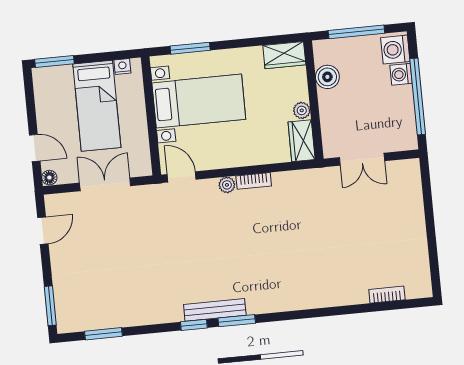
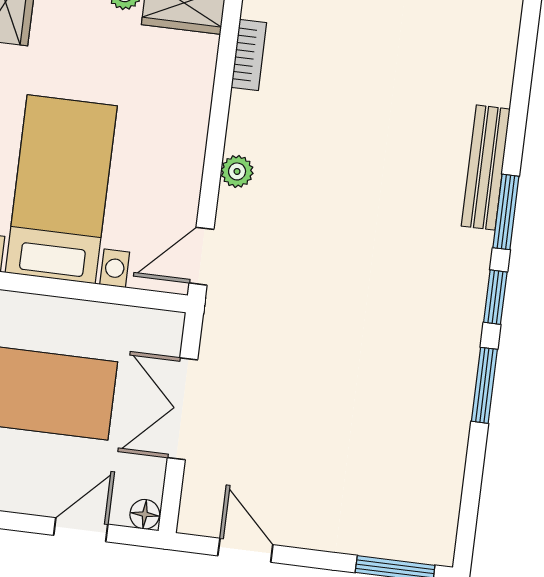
bookcase: (254, 181) -> (249, 55), moved
bench: (215, 310) -> (486, 168), moved
window: (103, 334) -> (484, 385), moved

